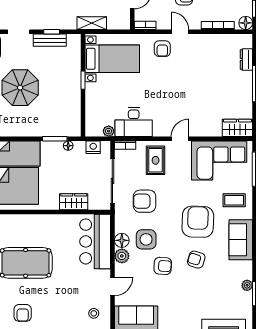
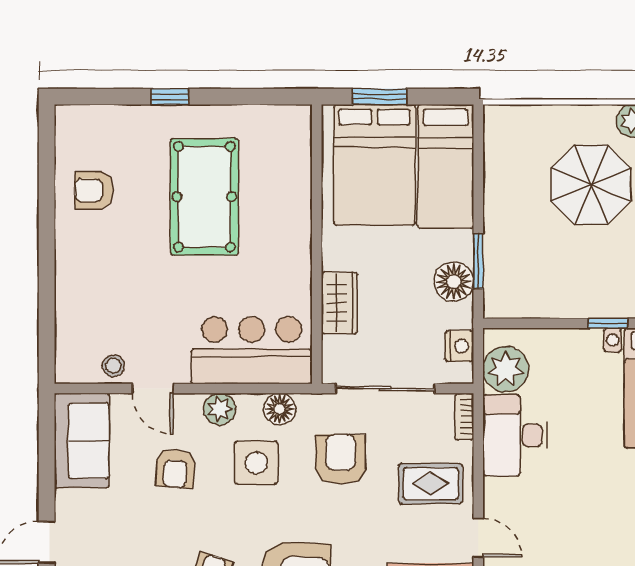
plant: (109, 131) -> (506, 369), width x1.87, depth x1.87
floor lamp: (68, 146) -> (454, 282), width x1.89, depth x1.89
floor lamp: (122, 240) -> (280, 409), moved
armchair: (163, 266) -> (175, 469), moved
stool: (94, 313) -> (113, 366), moved

